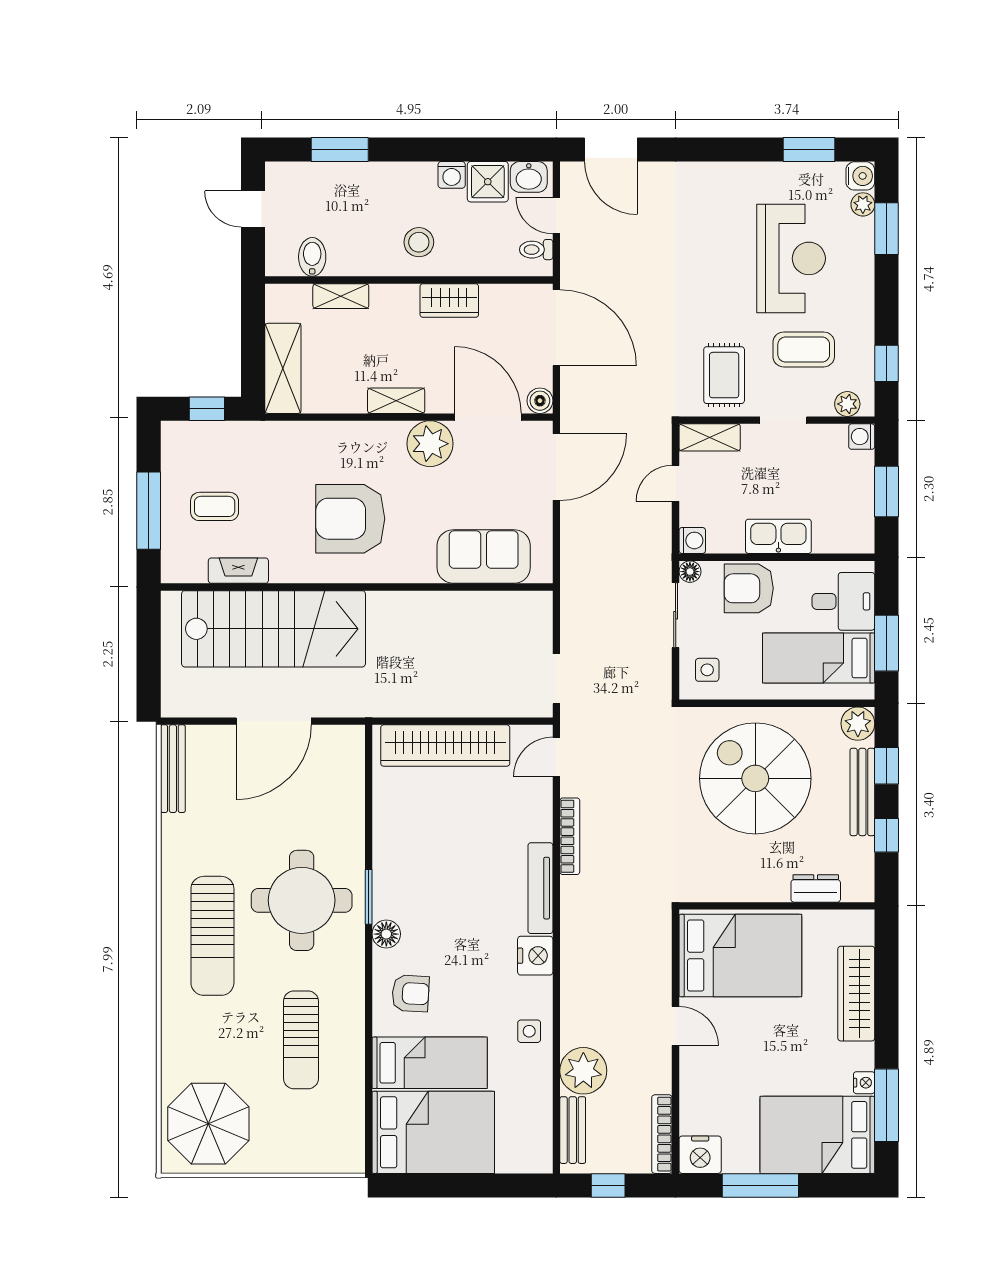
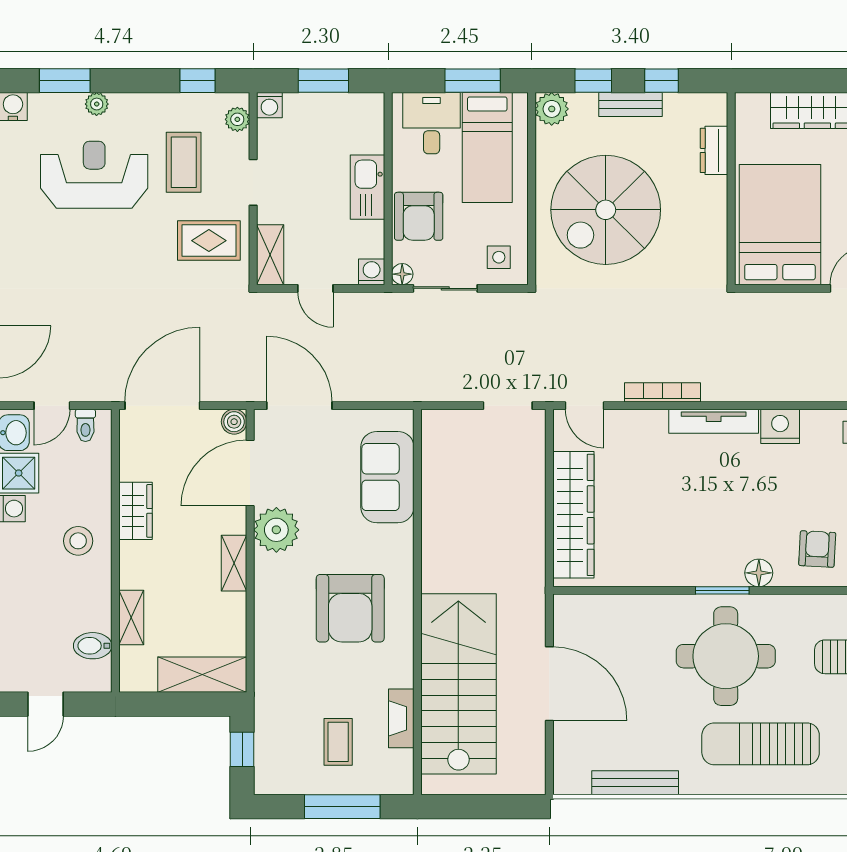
plant: (863, 204) -> (97, 104), moved
bench: (173, 769) -> (635, 783), moved
bench: (862, 792) -> (631, 104), width x0.73
sun lounger: (212, 936) -> (761, 744), turned 180

